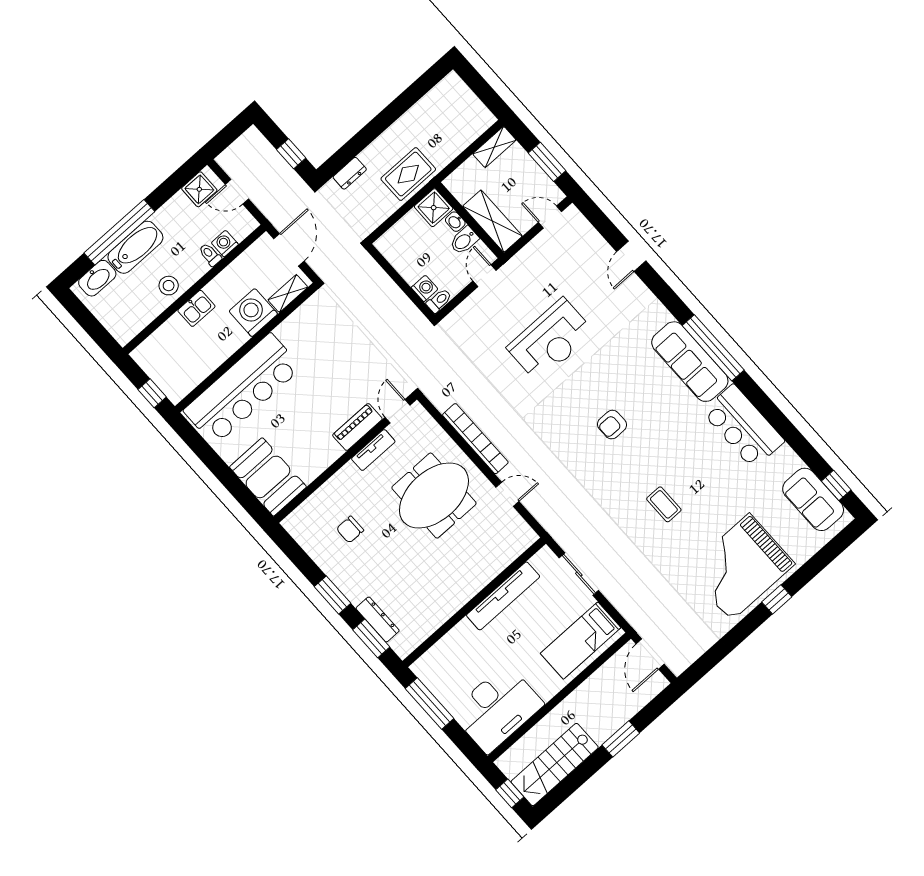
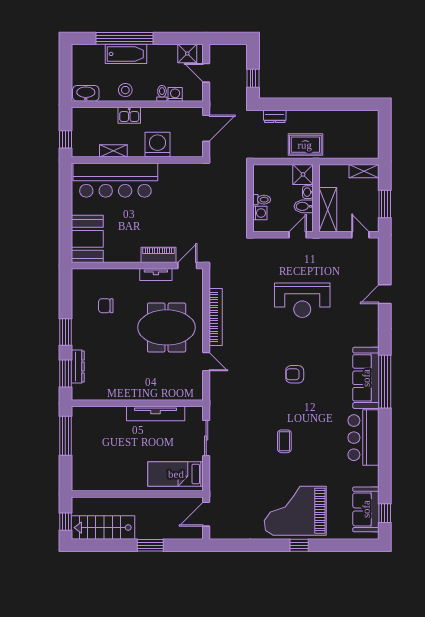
washbasin: (97, 278) -> (86, 93), moved, turned 180
shelving: (288, 293) -> (113, 151), moved
toilet: (439, 301) -> (262, 200), moved
desk: (497, 708) -> (99, 470), removed

